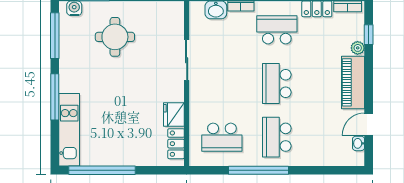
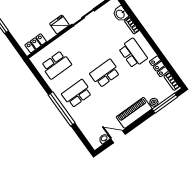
window: (369, 35) -> (165, 103), width x2.17
fridge: (174, 114) -> (60, 25), moved
school desk: (222, 137) -> (56, 65), turned -90
window: (258, 170) -> (62, 109), moved

